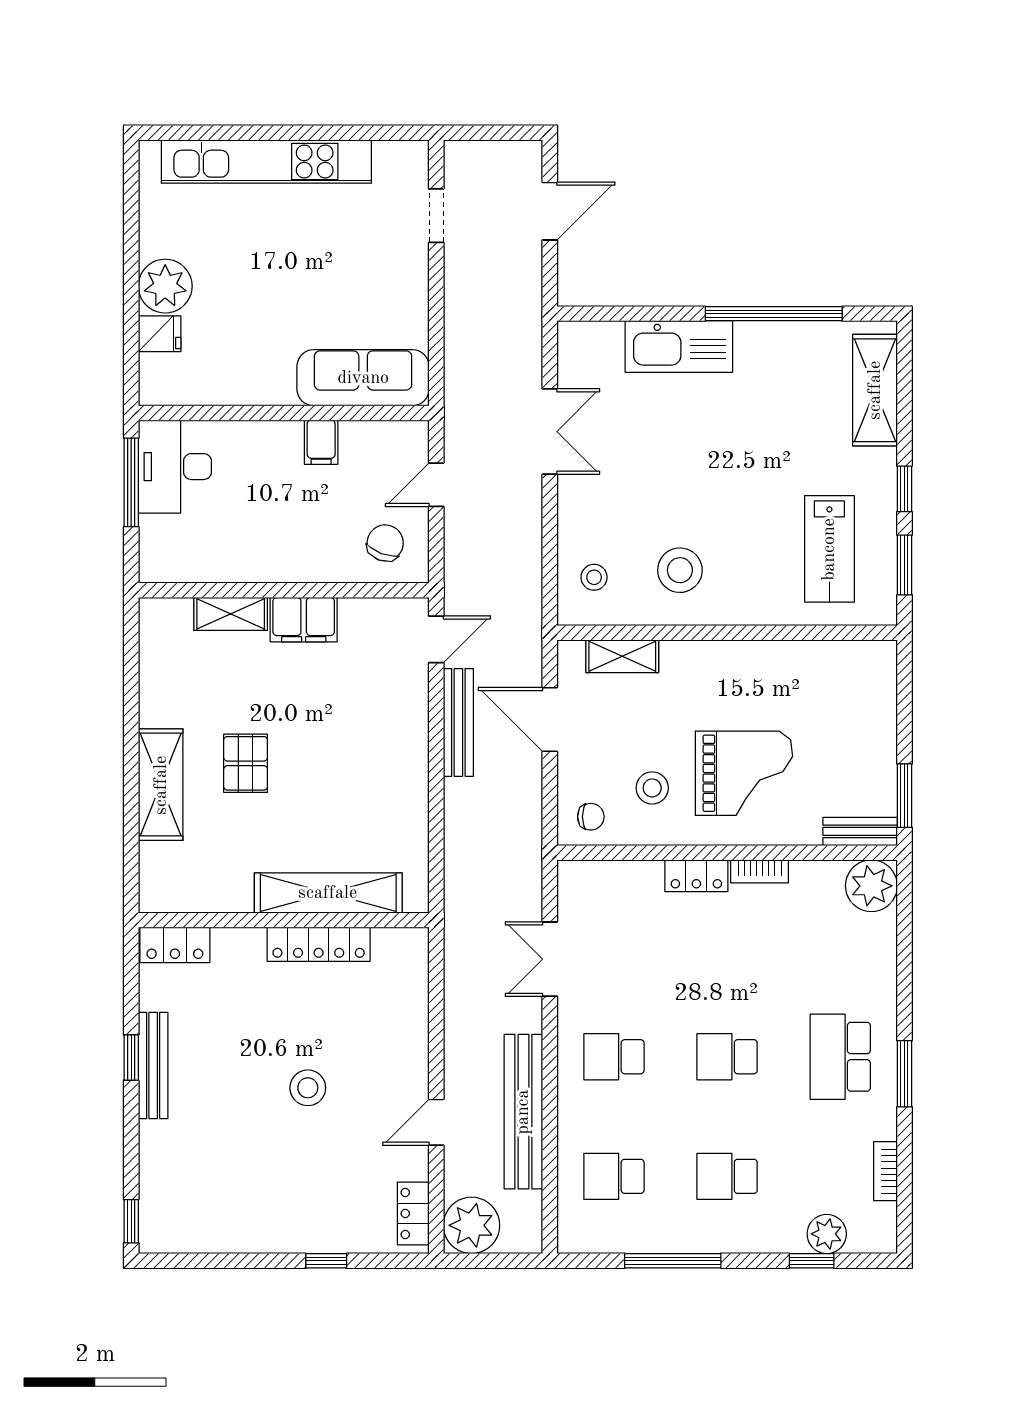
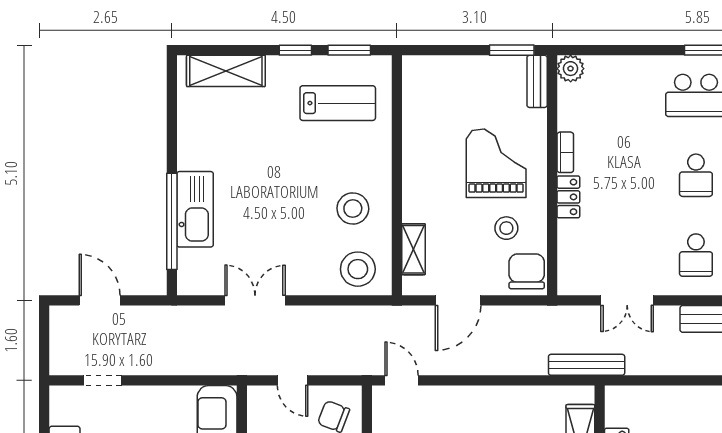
window: (774, 314) -> (172, 221), moved
stool: (594, 577) -> (358, 269), width x1.89, depth x1.89
bench: (458, 722) -> (587, 365), moved
chair: (591, 817) -> (527, 271), width x1.87, depth x1.87
plant: (871, 886) -> (571, 69), width x0.73, depth x0.73

